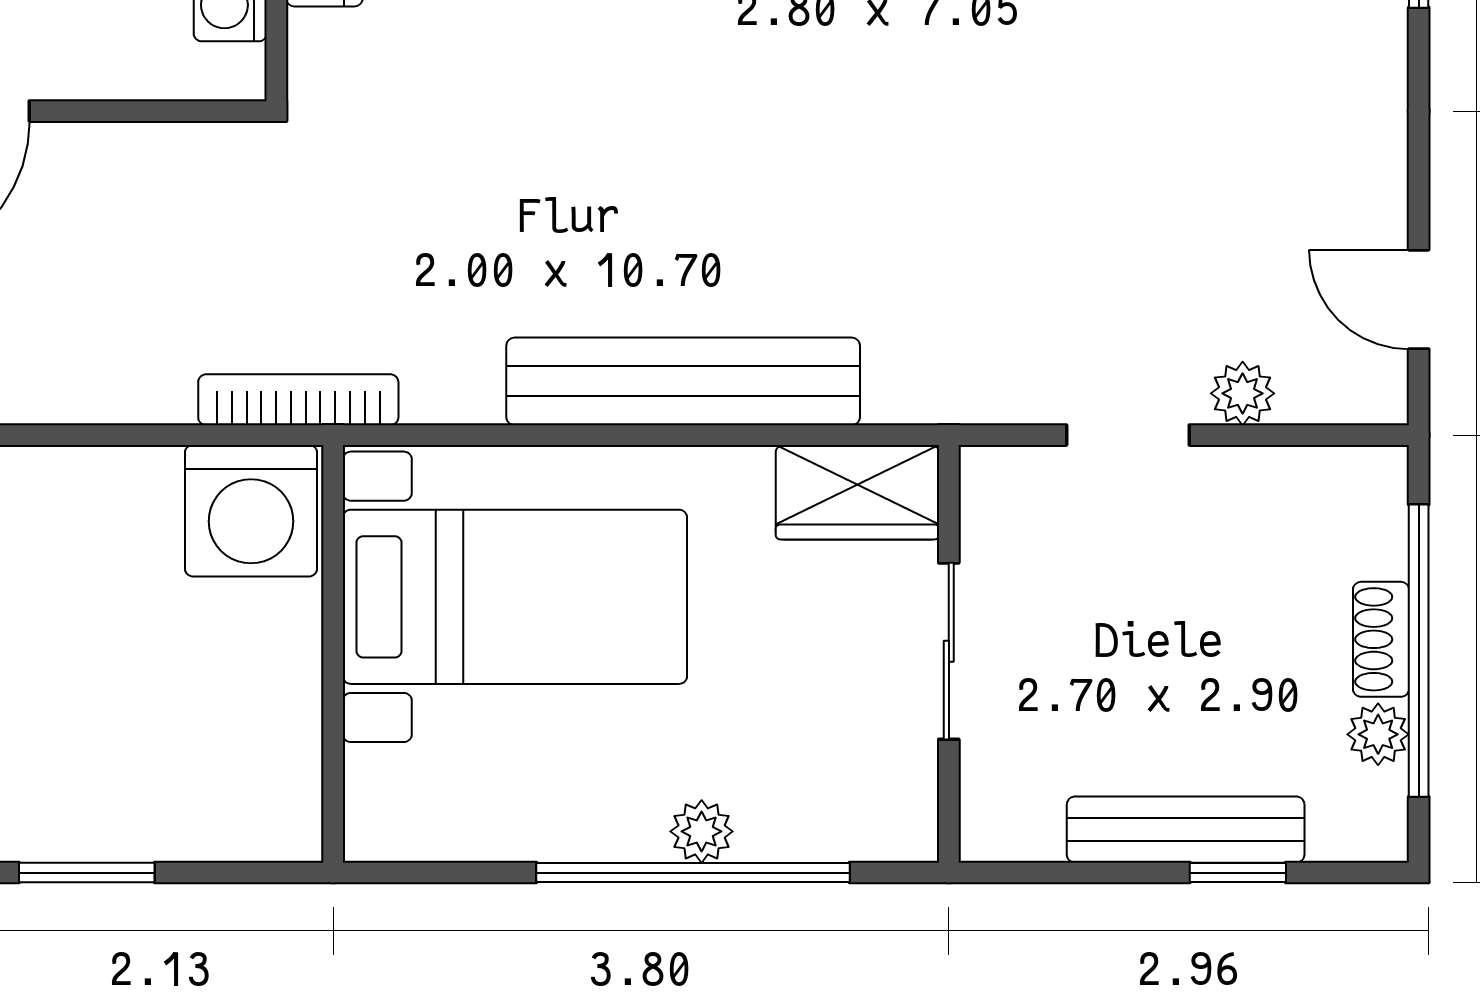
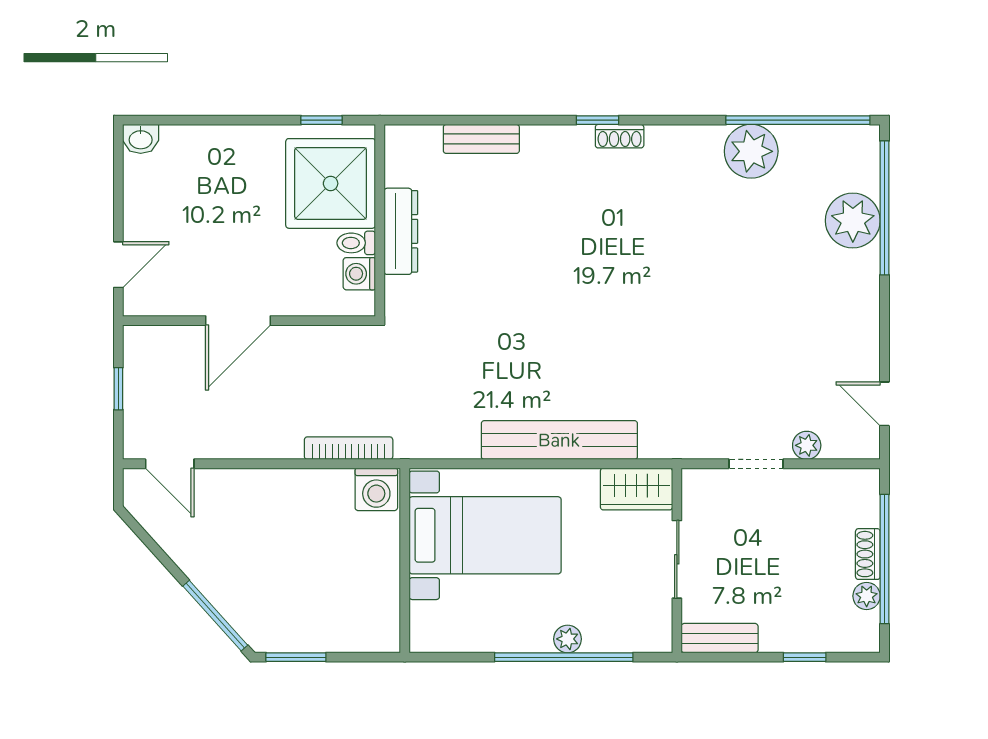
bookcase: (298, 400) -> (349, 448), moved
washing machine: (251, 511) -> (376, 489), width x0.73, depth x0.73
bench: (1186, 830) -> (720, 638), moved, width x0.73

